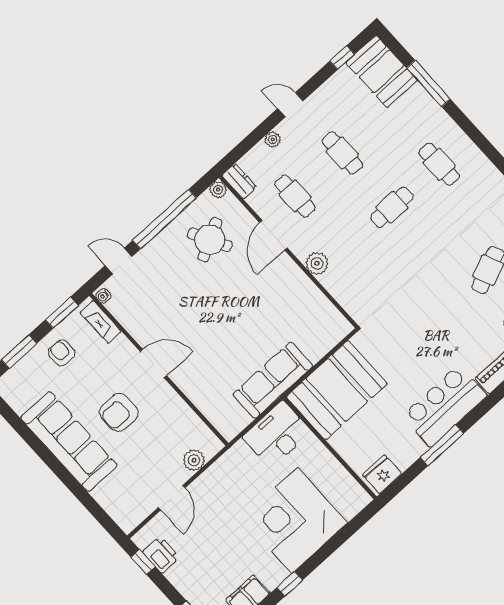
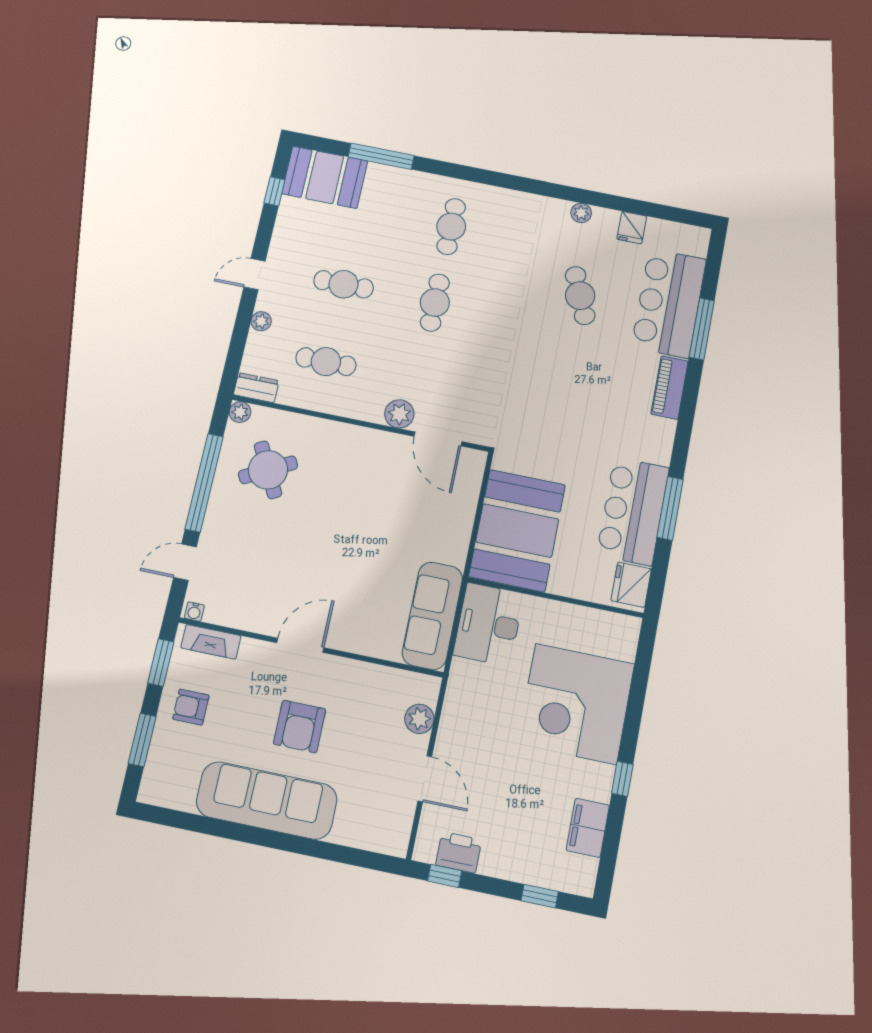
cafe table: (439, 164) -> (451, 227), turned 90
door: (273, 235) -> (438, 439), moved
sofa: (273, 380) -> (432, 616), moved
bar counter: (445, 406) -> (633, 511), moved

